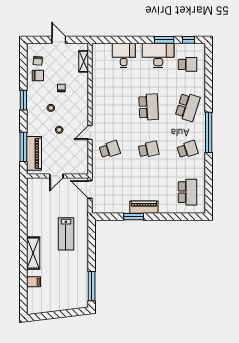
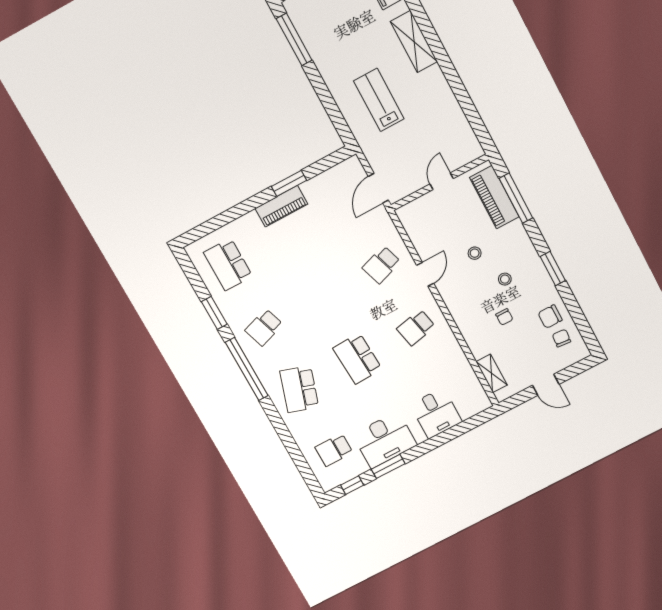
school desk: (149, 150) -> (416, 328), moved
window: (209, 171) -> (214, 313), added
door: (90, 190) -> (378, 188), swing flipped

